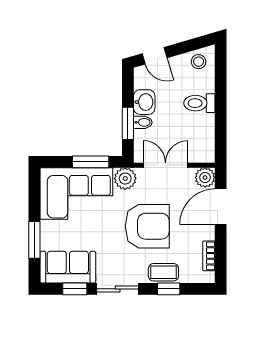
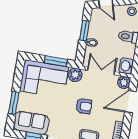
washbasin: (144, 102) -> (126, 66), moved, turned 180
window: (128, 123) -> (84, 30), moved
armchair: (147, 226) -> (84, 106), width x0.53, depth x0.53

